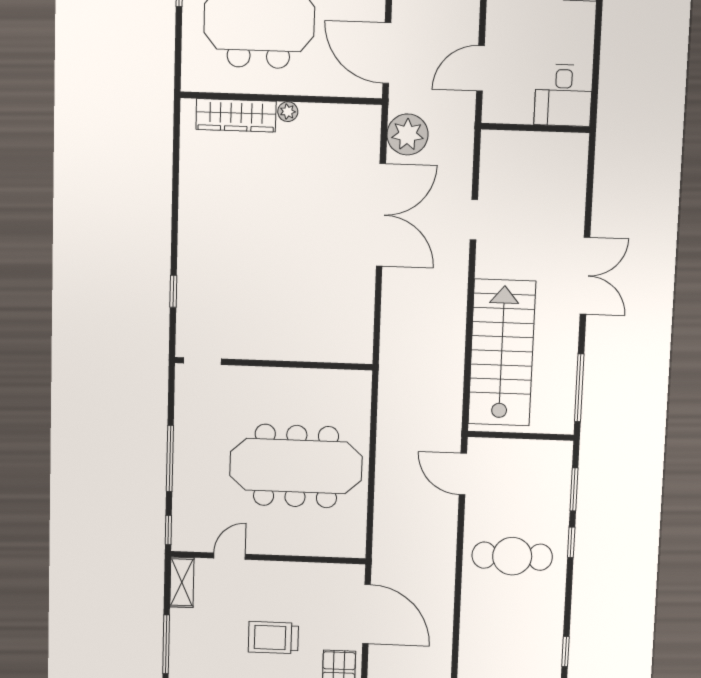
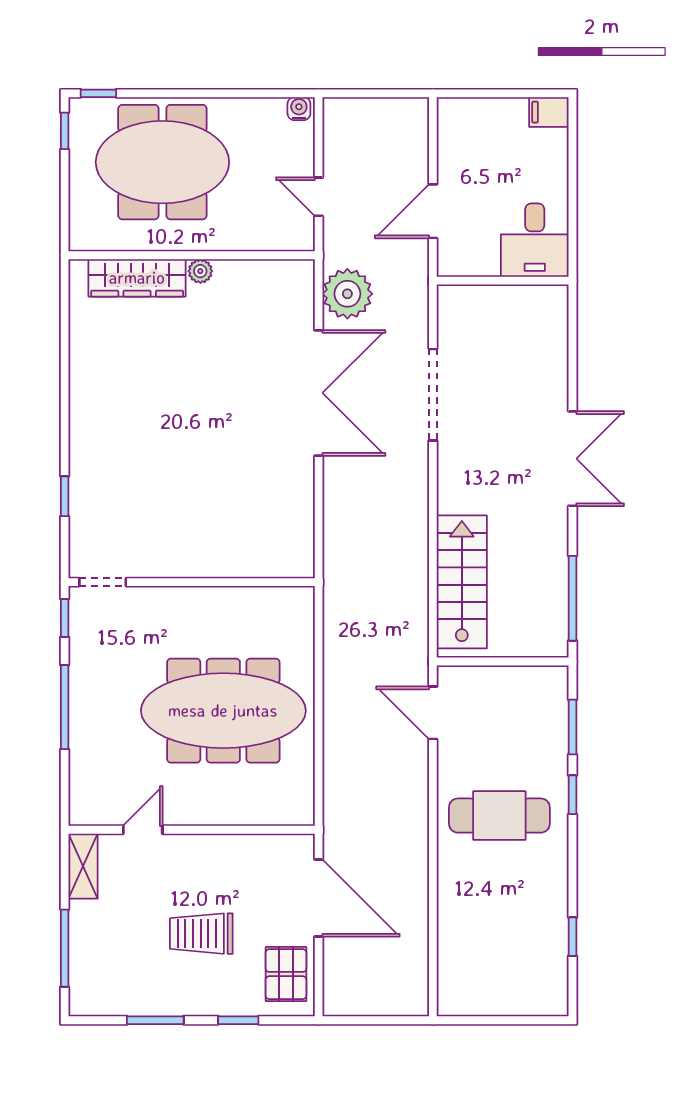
door: (387, 53) -> (319, 197), width x0.53
doorway: (474, 220) -> (433, 395), width x1.88
stairs: (502, 353) -> (462, 582), width x0.73, depth x0.66
window: (168, 530) -> (65, 618), moved

